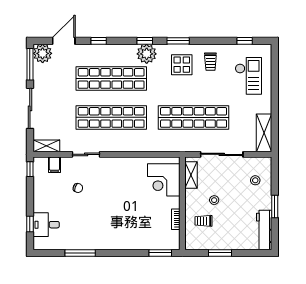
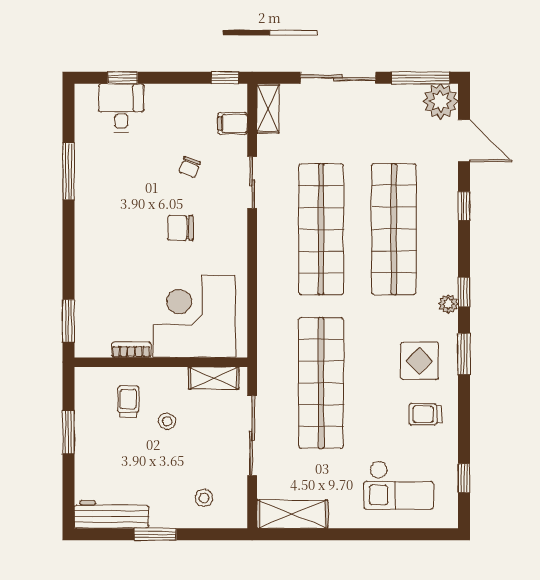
plant: (147, 54) -> (448, 304), width x0.53, depth x0.53
corner desk: (164, 180) -> (194, 316), width x1.36, depth x1.36
chair: (110, 193) -> (180, 228), added

